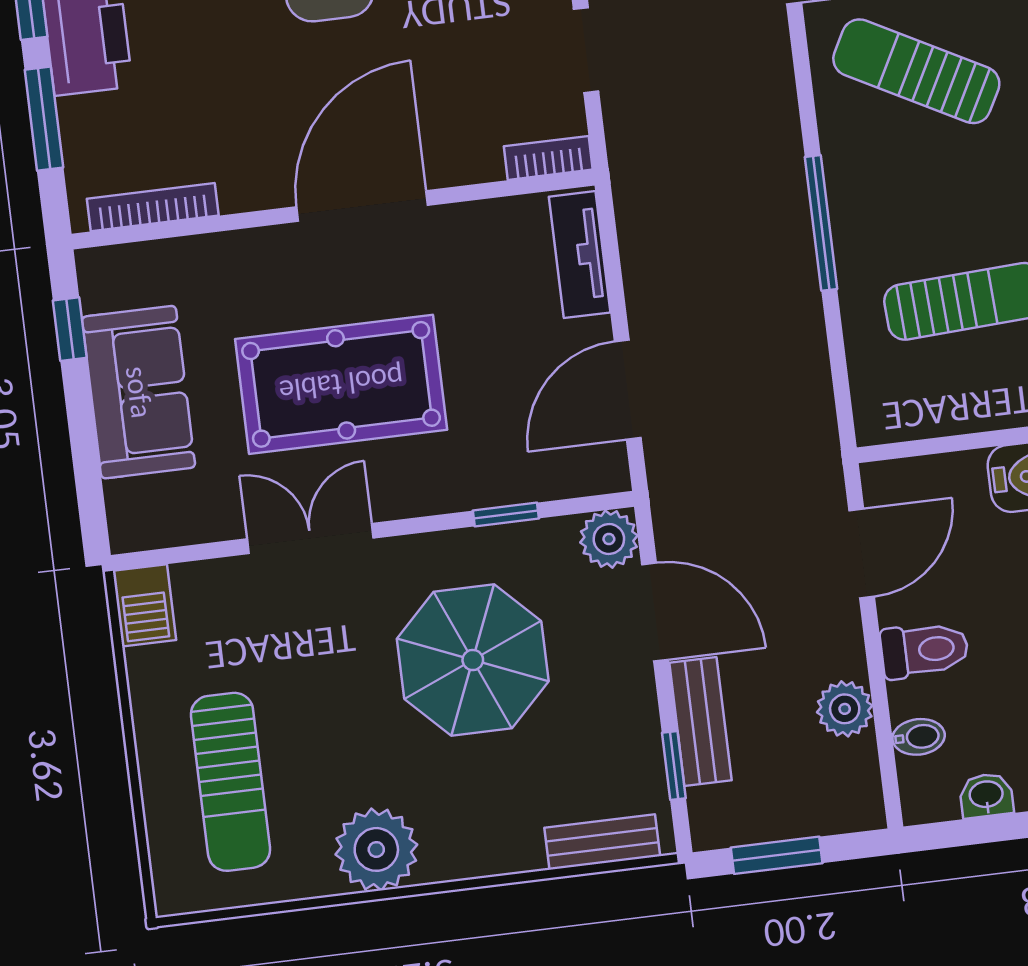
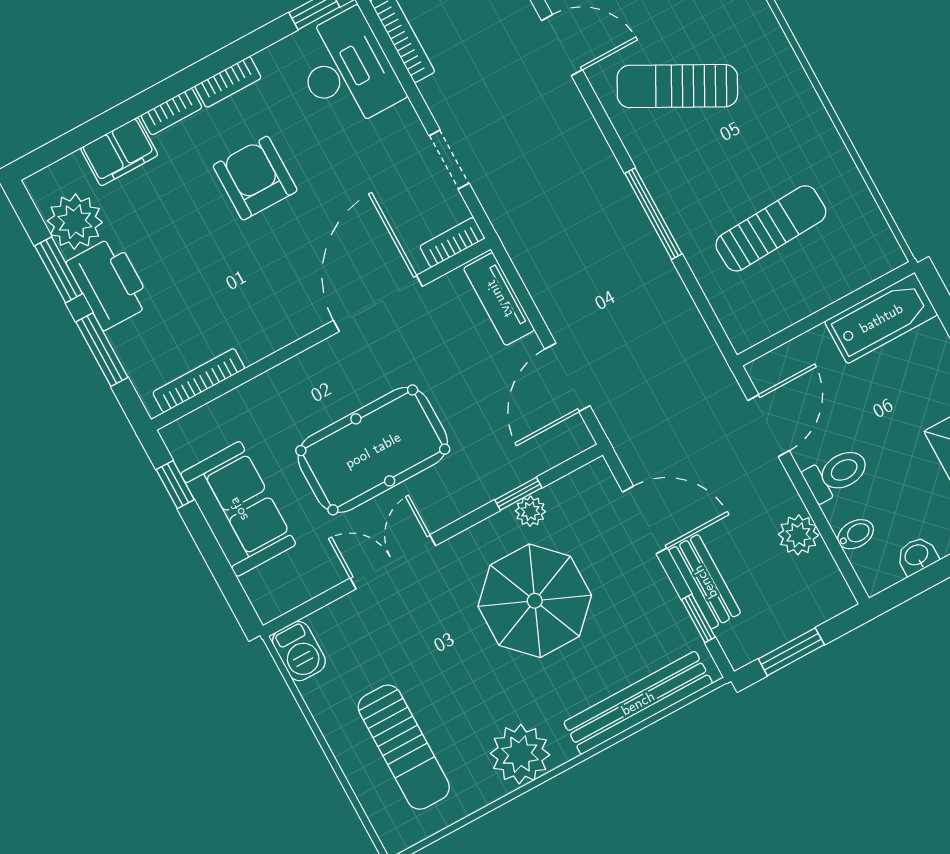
door: (362, 206) -> (378, 303), moved
plant: (609, 539) -> (530, 511), moved, width x0.73, depth x0.73
bench: (602, 842) -> (638, 703), width x1.86, depth x1.21

